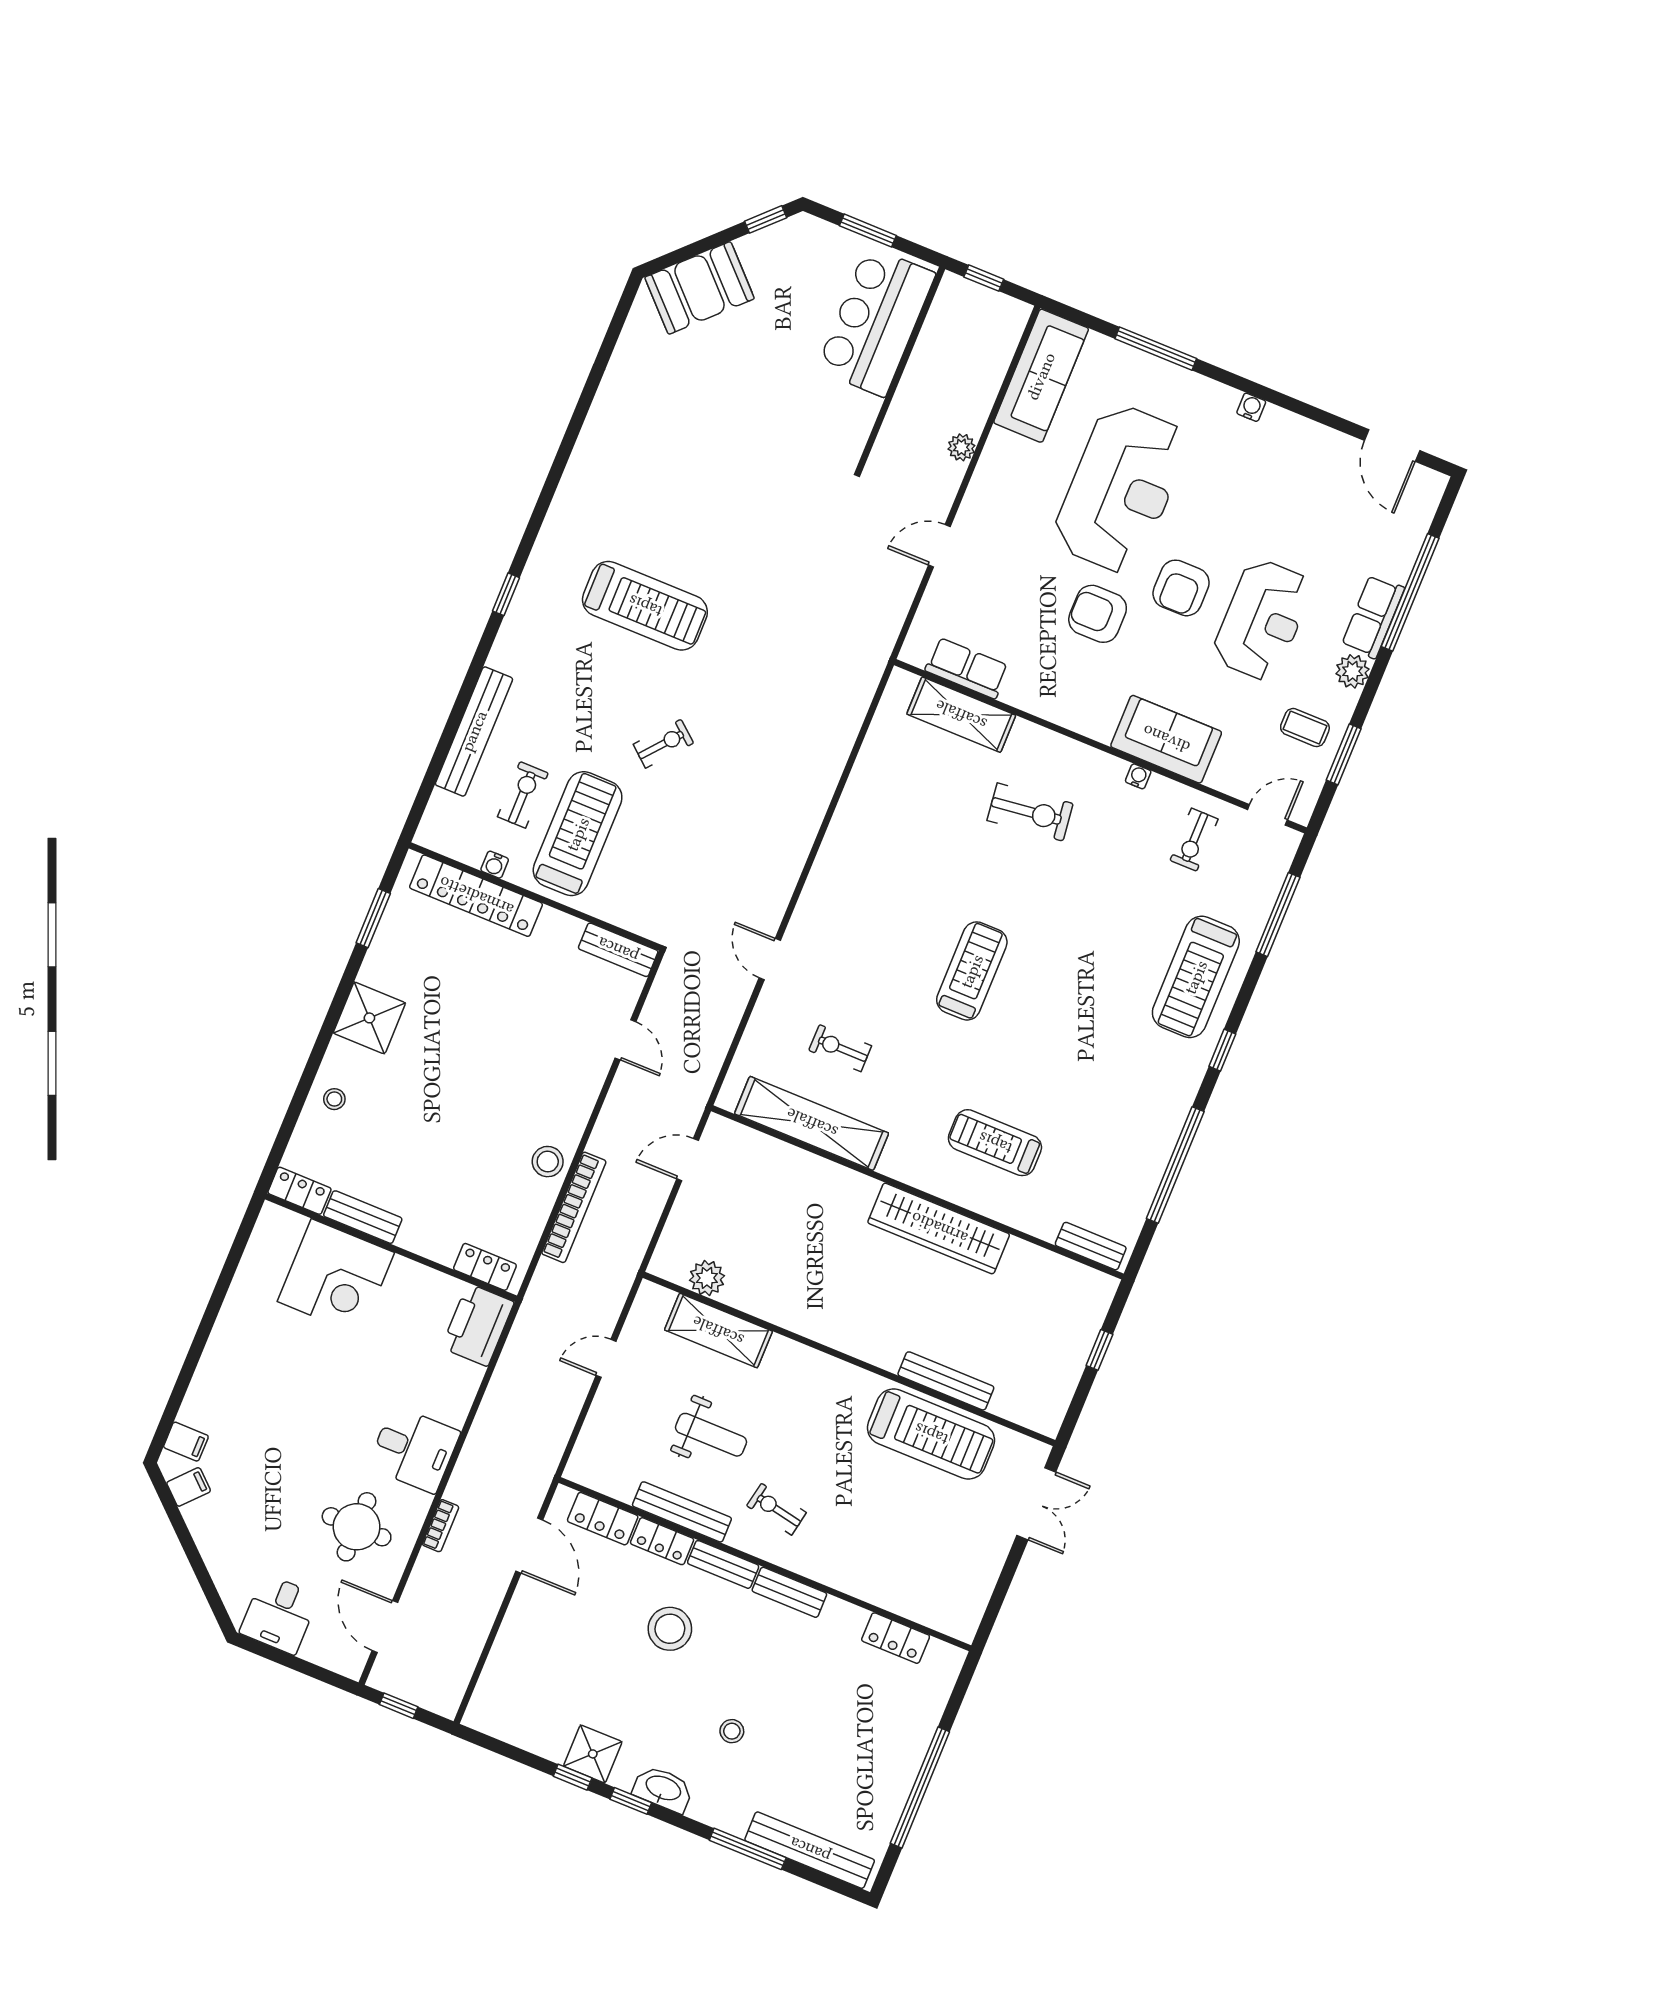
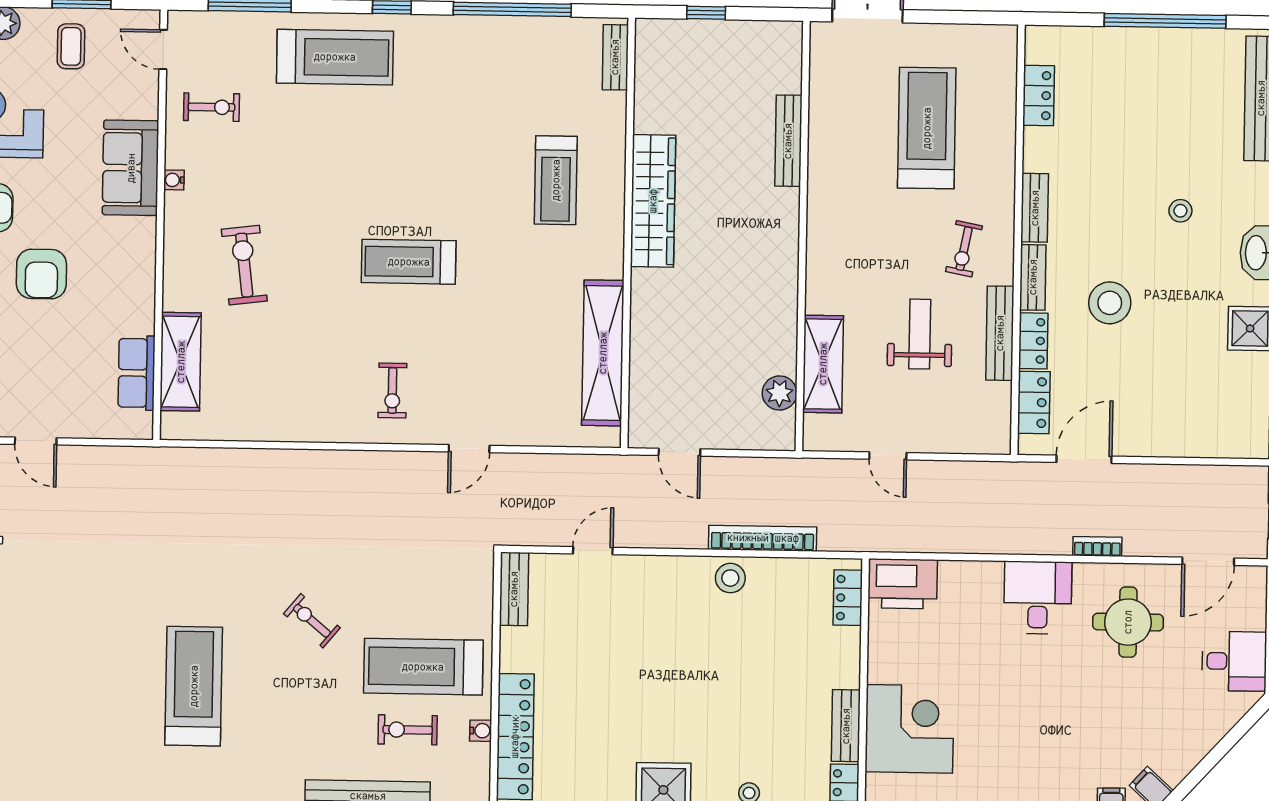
exercise bike: (840, 1048) -> (392, 390), moved
treadmill: (931, 1434) -> (927, 128), moved

